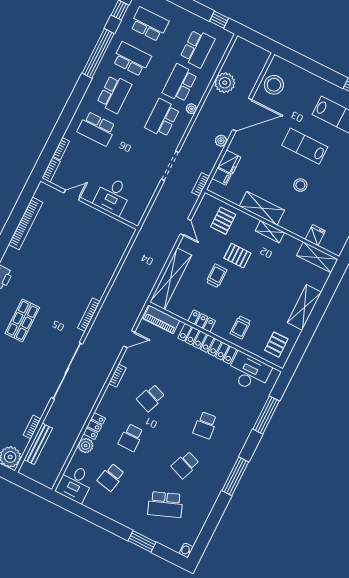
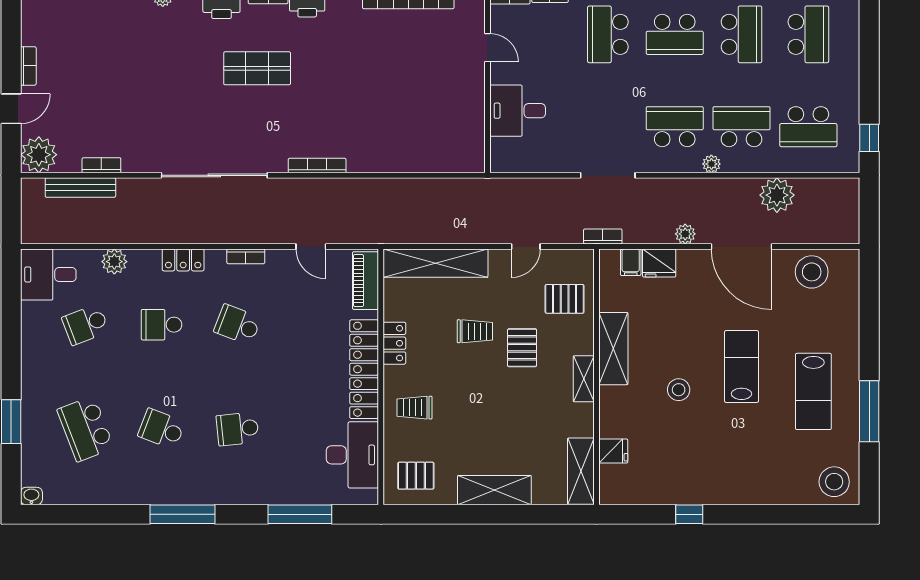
locker: (94, 426) -> (183, 260), moved
school desk: (111, 477) -> (85, 325), turned -33

